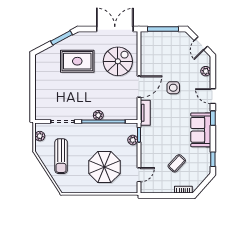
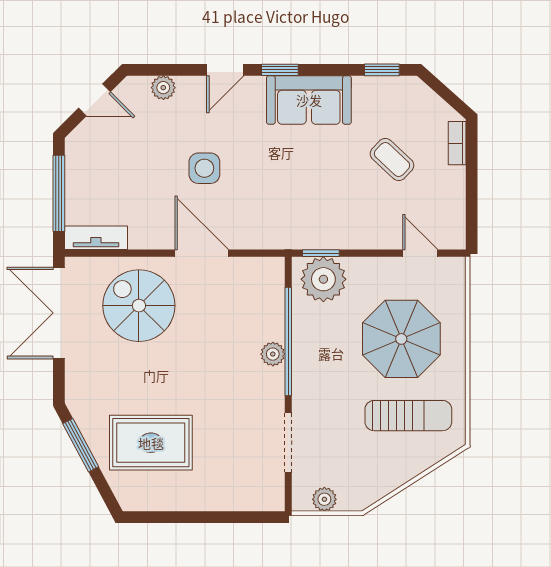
rug: (77, 61) -> (151, 443), moved, turned 90
tv unit: (145, 113) -> (96, 238), moved
plant: (133, 140) -> (323, 279), width x1.88, depth x1.88
sun lounger: (61, 156) -> (408, 416), moved

